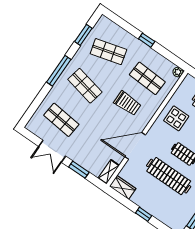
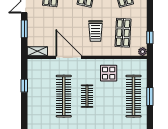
window: (147, 40) -> (150, 37), moved
wardrobe: (123, 187) -> (33, 69), removed
window: (144, 214) -> (24, 86), moved

